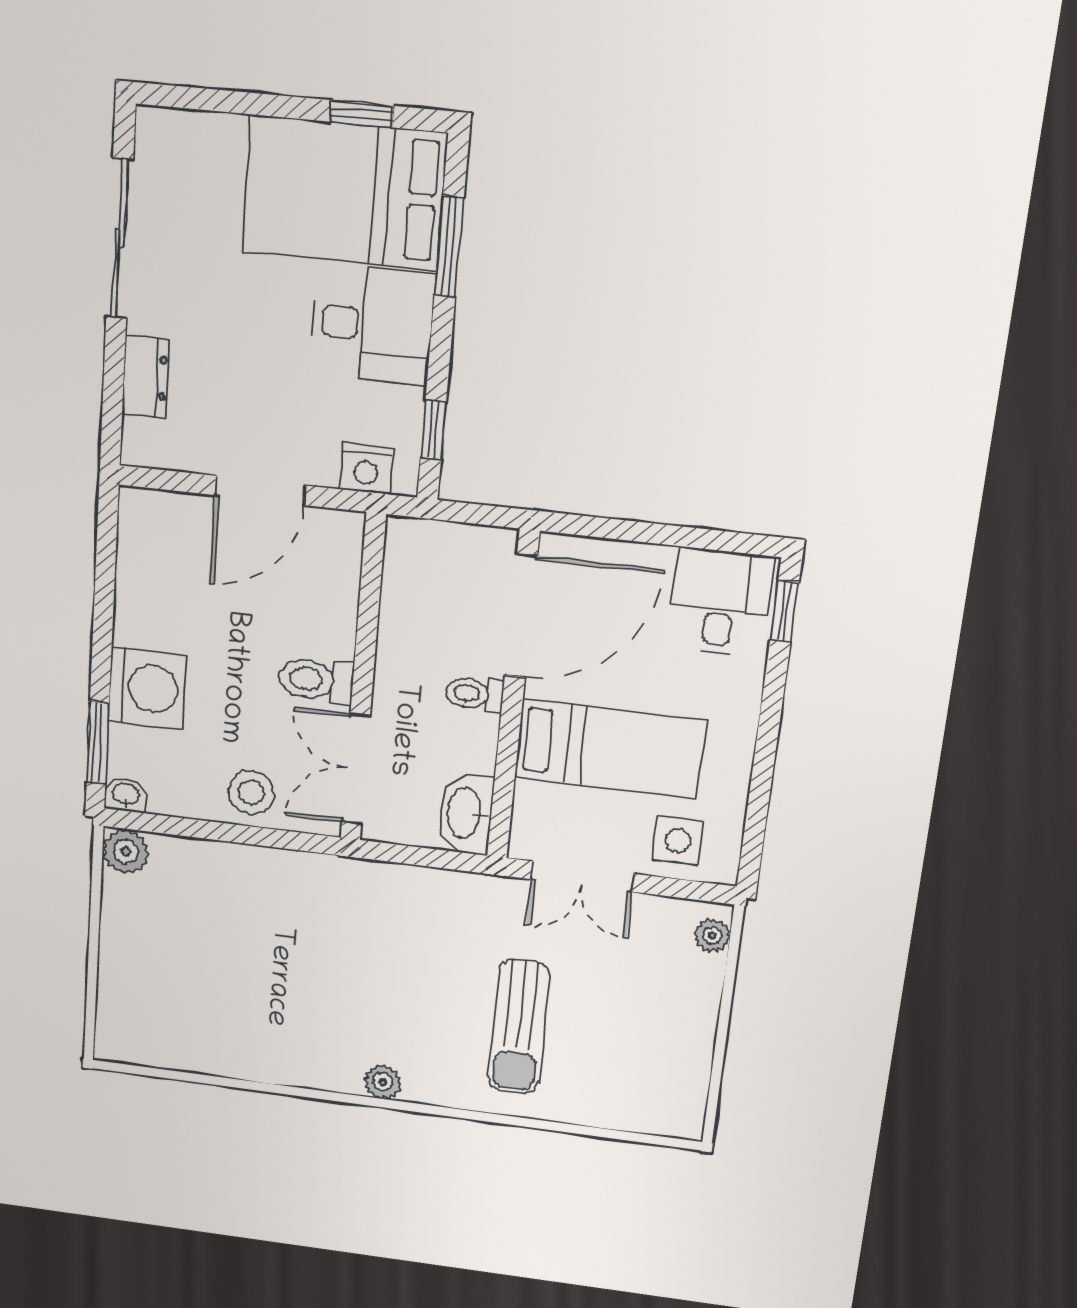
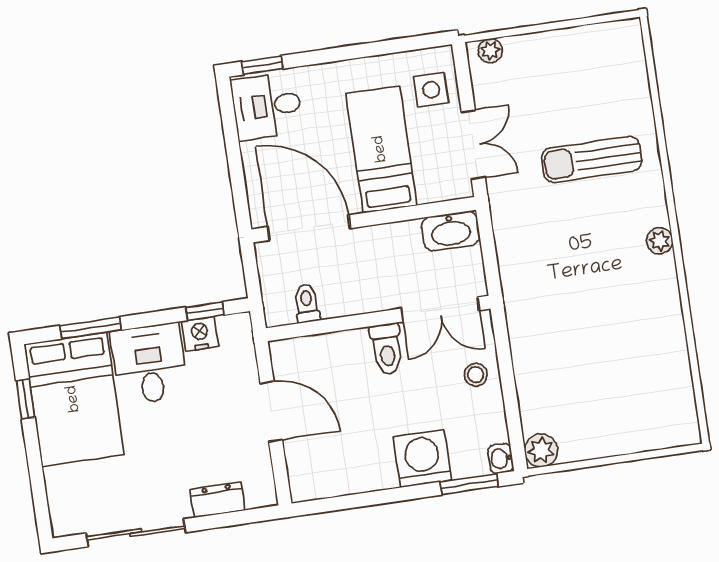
nightstand: (366, 469) -> (200, 334), moved, turned -90
toilet: (475, 694) -> (307, 303), moved, turned 180
stool: (251, 793) -> (476, 375), width x0.73, depth x0.73
sun lounger: (519, 1027) -> (592, 159), turned 180

